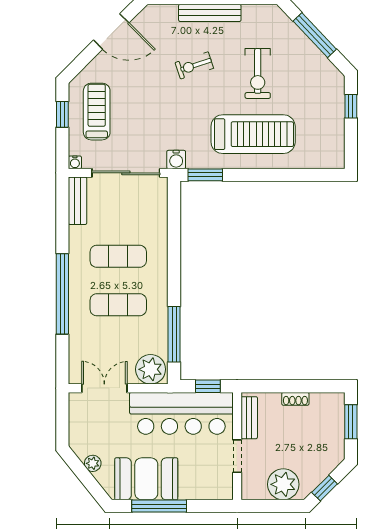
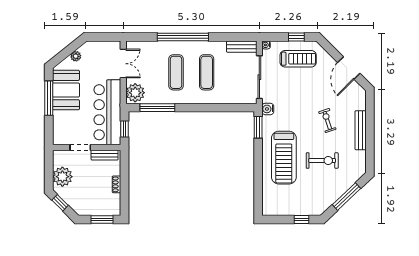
exercise bike: (258, 73) -> (322, 161), turned 180

